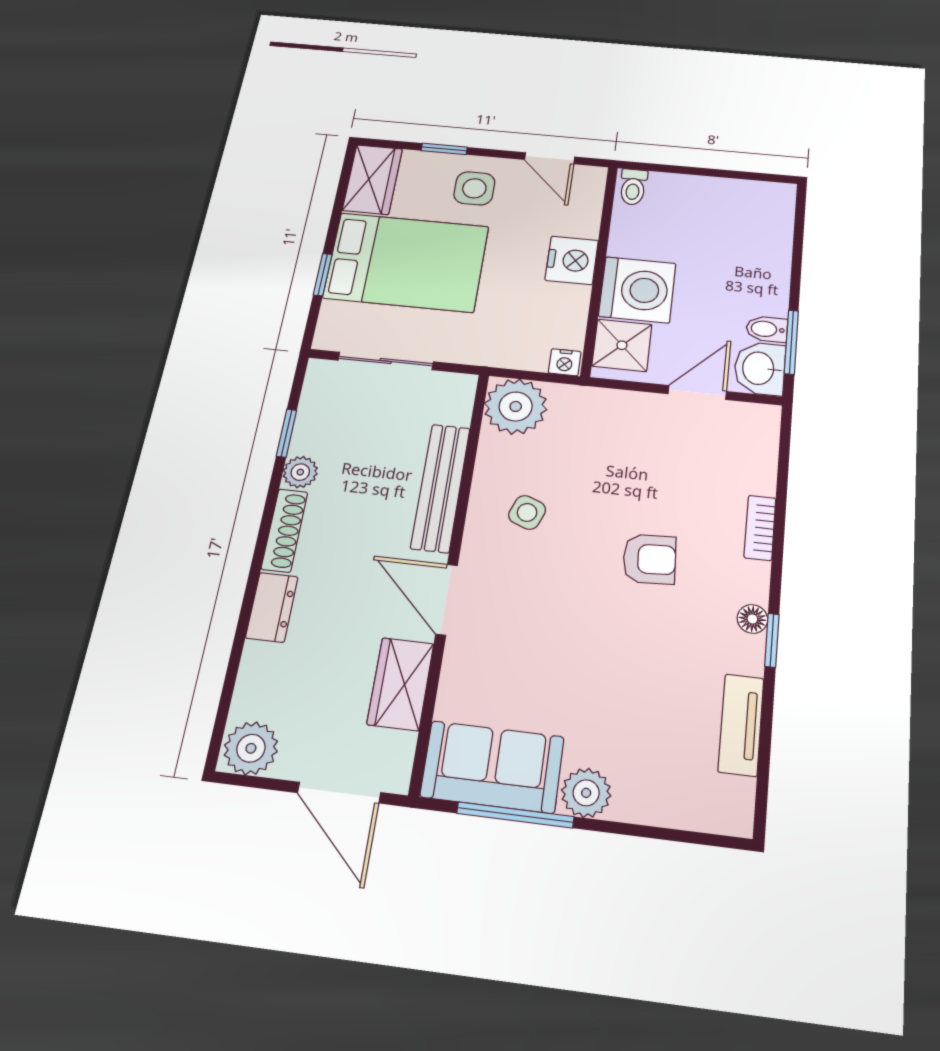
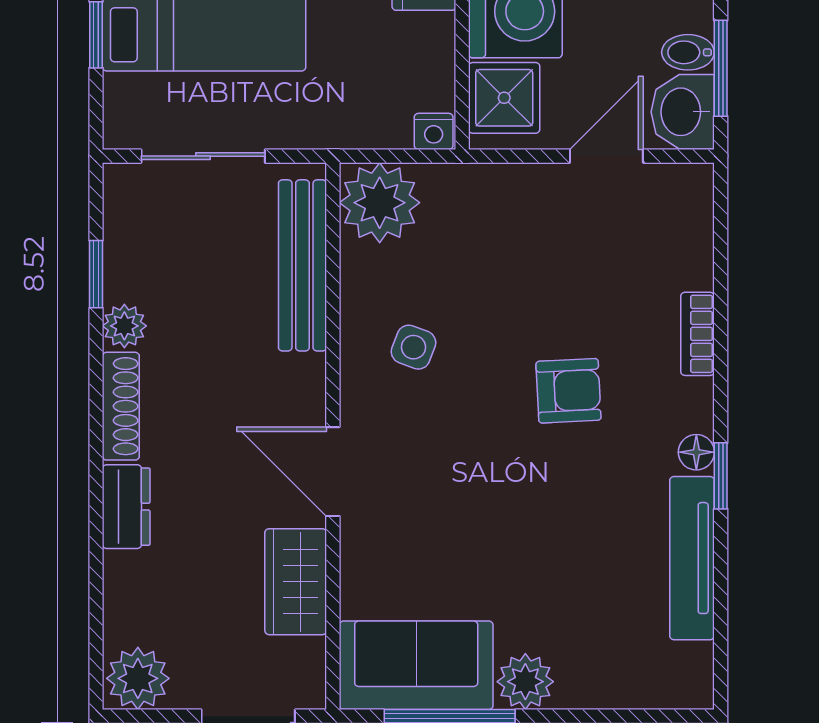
bench: (441, 488) -> (302, 265), moved
tv unit: (741, 725) -> (692, 558), width x1.41

